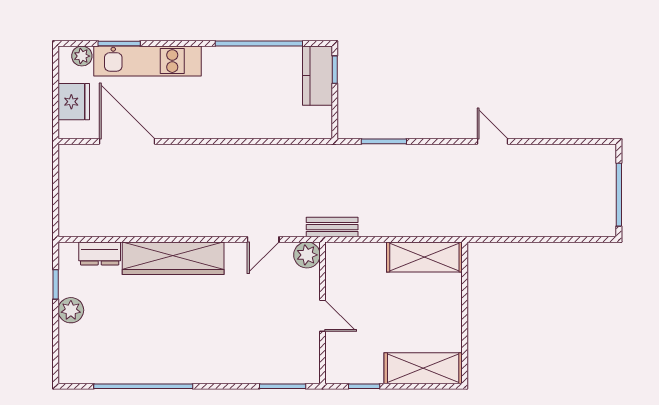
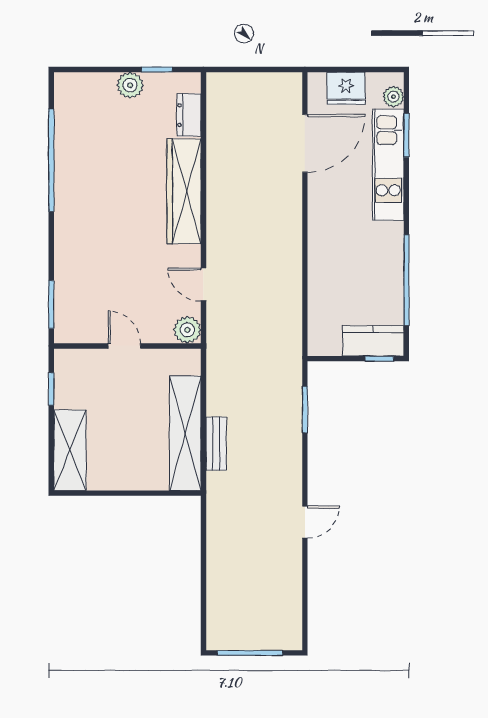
bench: (332, 227) -> (216, 444), moved
shelving: (424, 257) -> (185, 433), width x1.47
door: (323, 316) -> (124, 346), swing flipped

